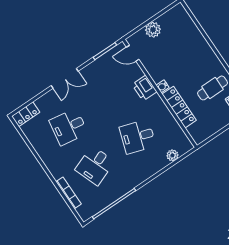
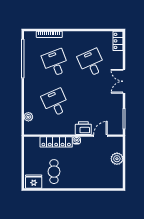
door: (133, 53) -> (100, 136), moved
desk: (69, 127) -> (91, 63), turned -33
desk: (138, 137) -> (55, 103), turned -42

